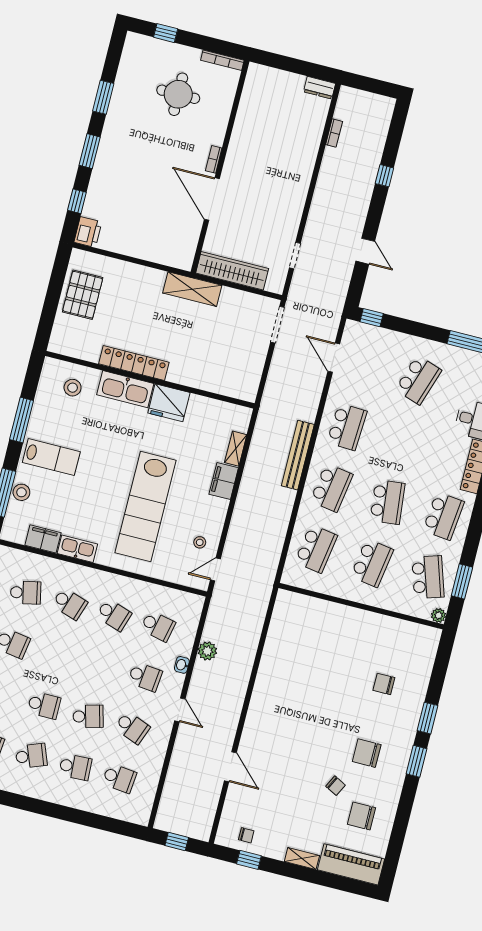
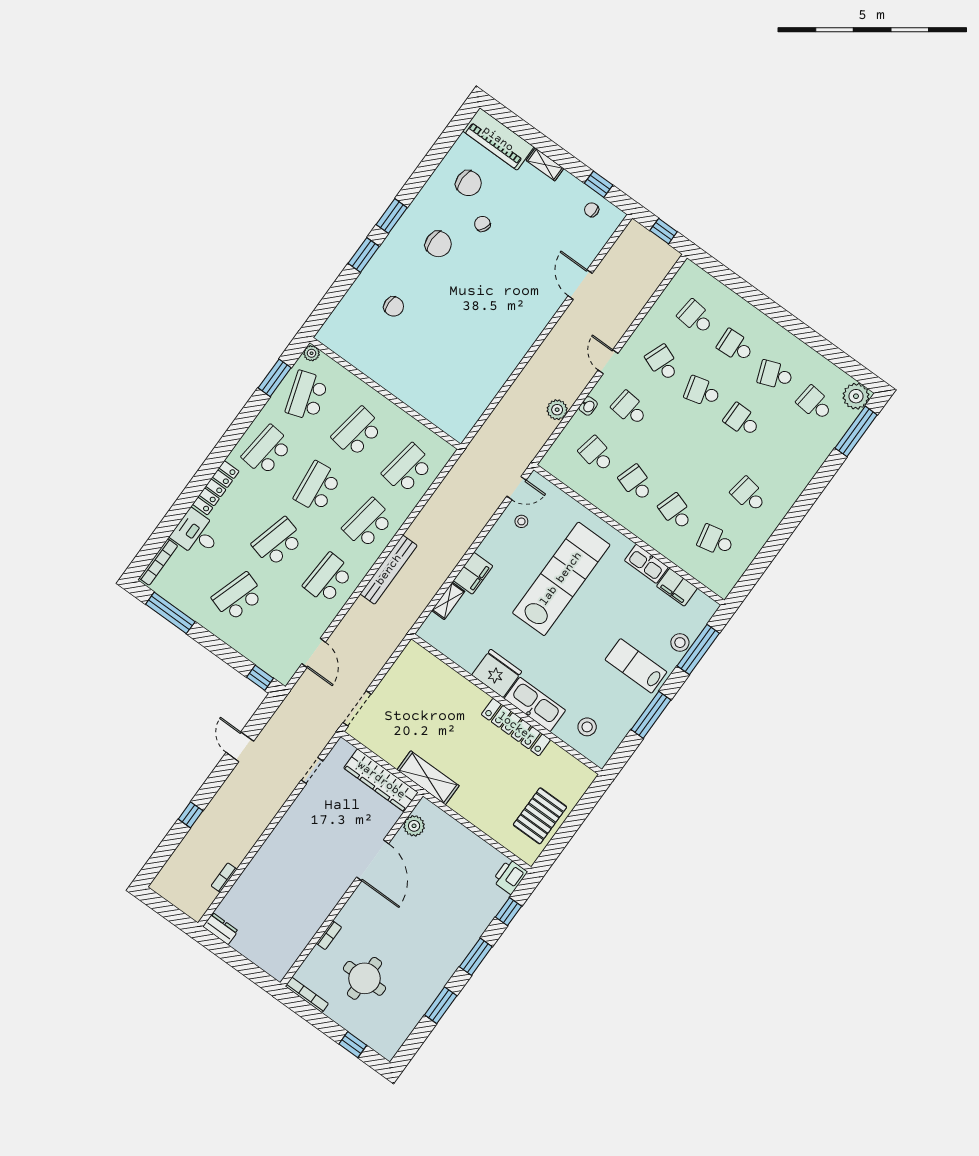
bookcase: (214, 159) -> (329, 935), moved
plant: (188, 243) -> (414, 826), added
school desk: (403, 441) -> (278, 542), added

